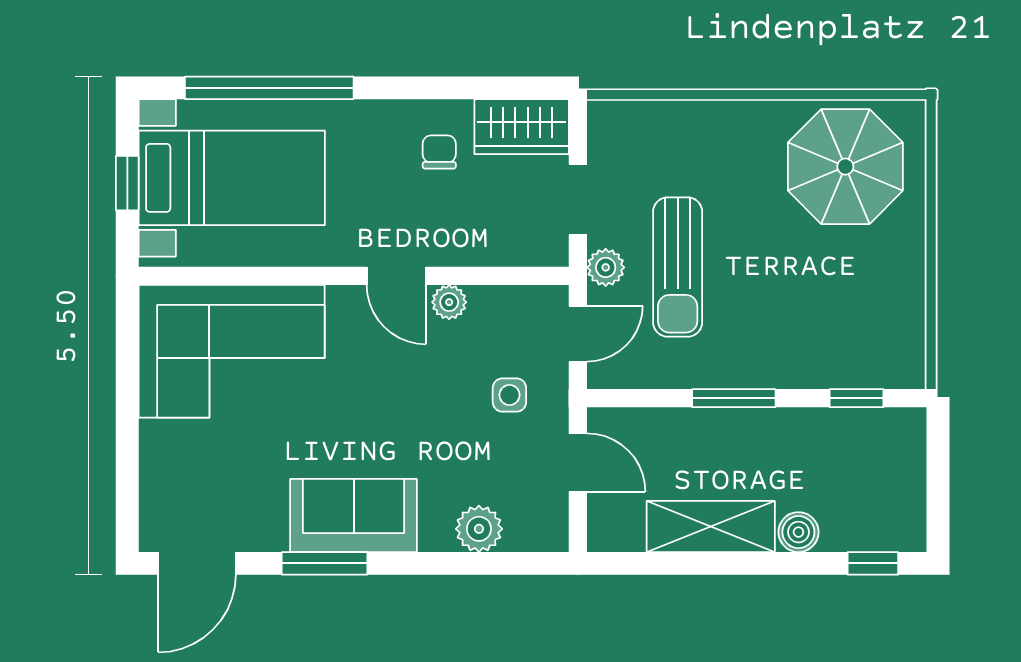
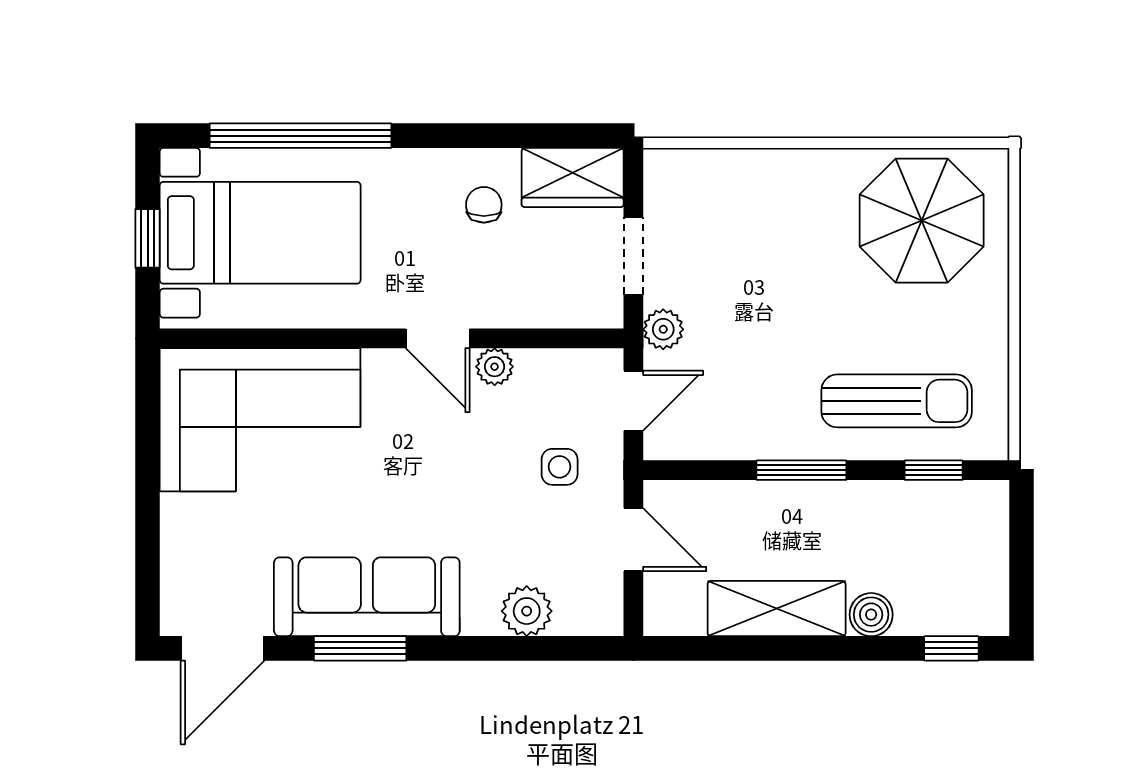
sun lounger: (678, 267) -> (897, 401), moved, turned -90
sofa: (354, 515) -> (367, 597), width x1.36

